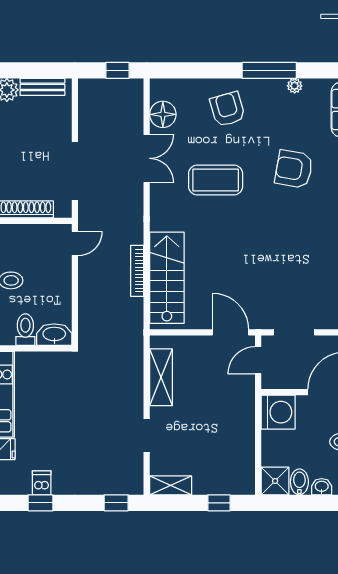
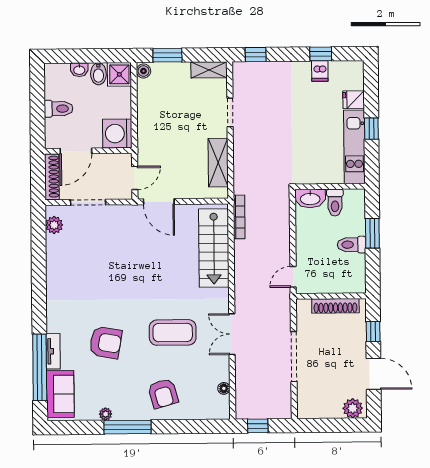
bench: (42, 87) -> (322, 411), removed
floor lamp: (163, 114) -> (224, 388), width x0.53, depth x0.53
double door: (147, 158) -> (232, 334), moved
doorway: (75, 171) -> (294, 357), moved
bookcase: (137, 271) -> (239, 217), moved
doorway: (294, 332) -> (88, 202), moved
boiler: (247, 485) -> (143, 71), added
window: (219, 503) -> (167, 55), width x1.50

